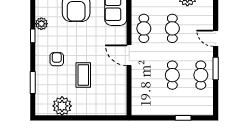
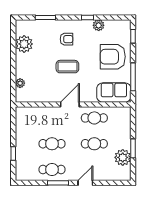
coffee table: (83, 75) -> (67, 67), moved
plant: (105, 110) -> (20, 83), added

